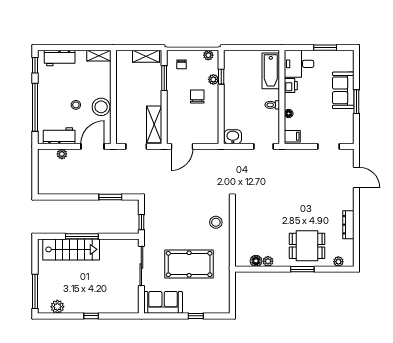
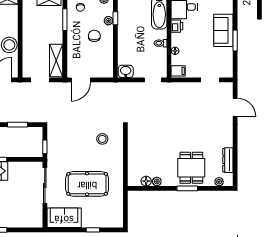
stool: (216, 222) -> (102, 139), moved
dresser: (348, 225) -> (228, 160), moved
dining table: (307, 246) -> (191, 168), turned 90

